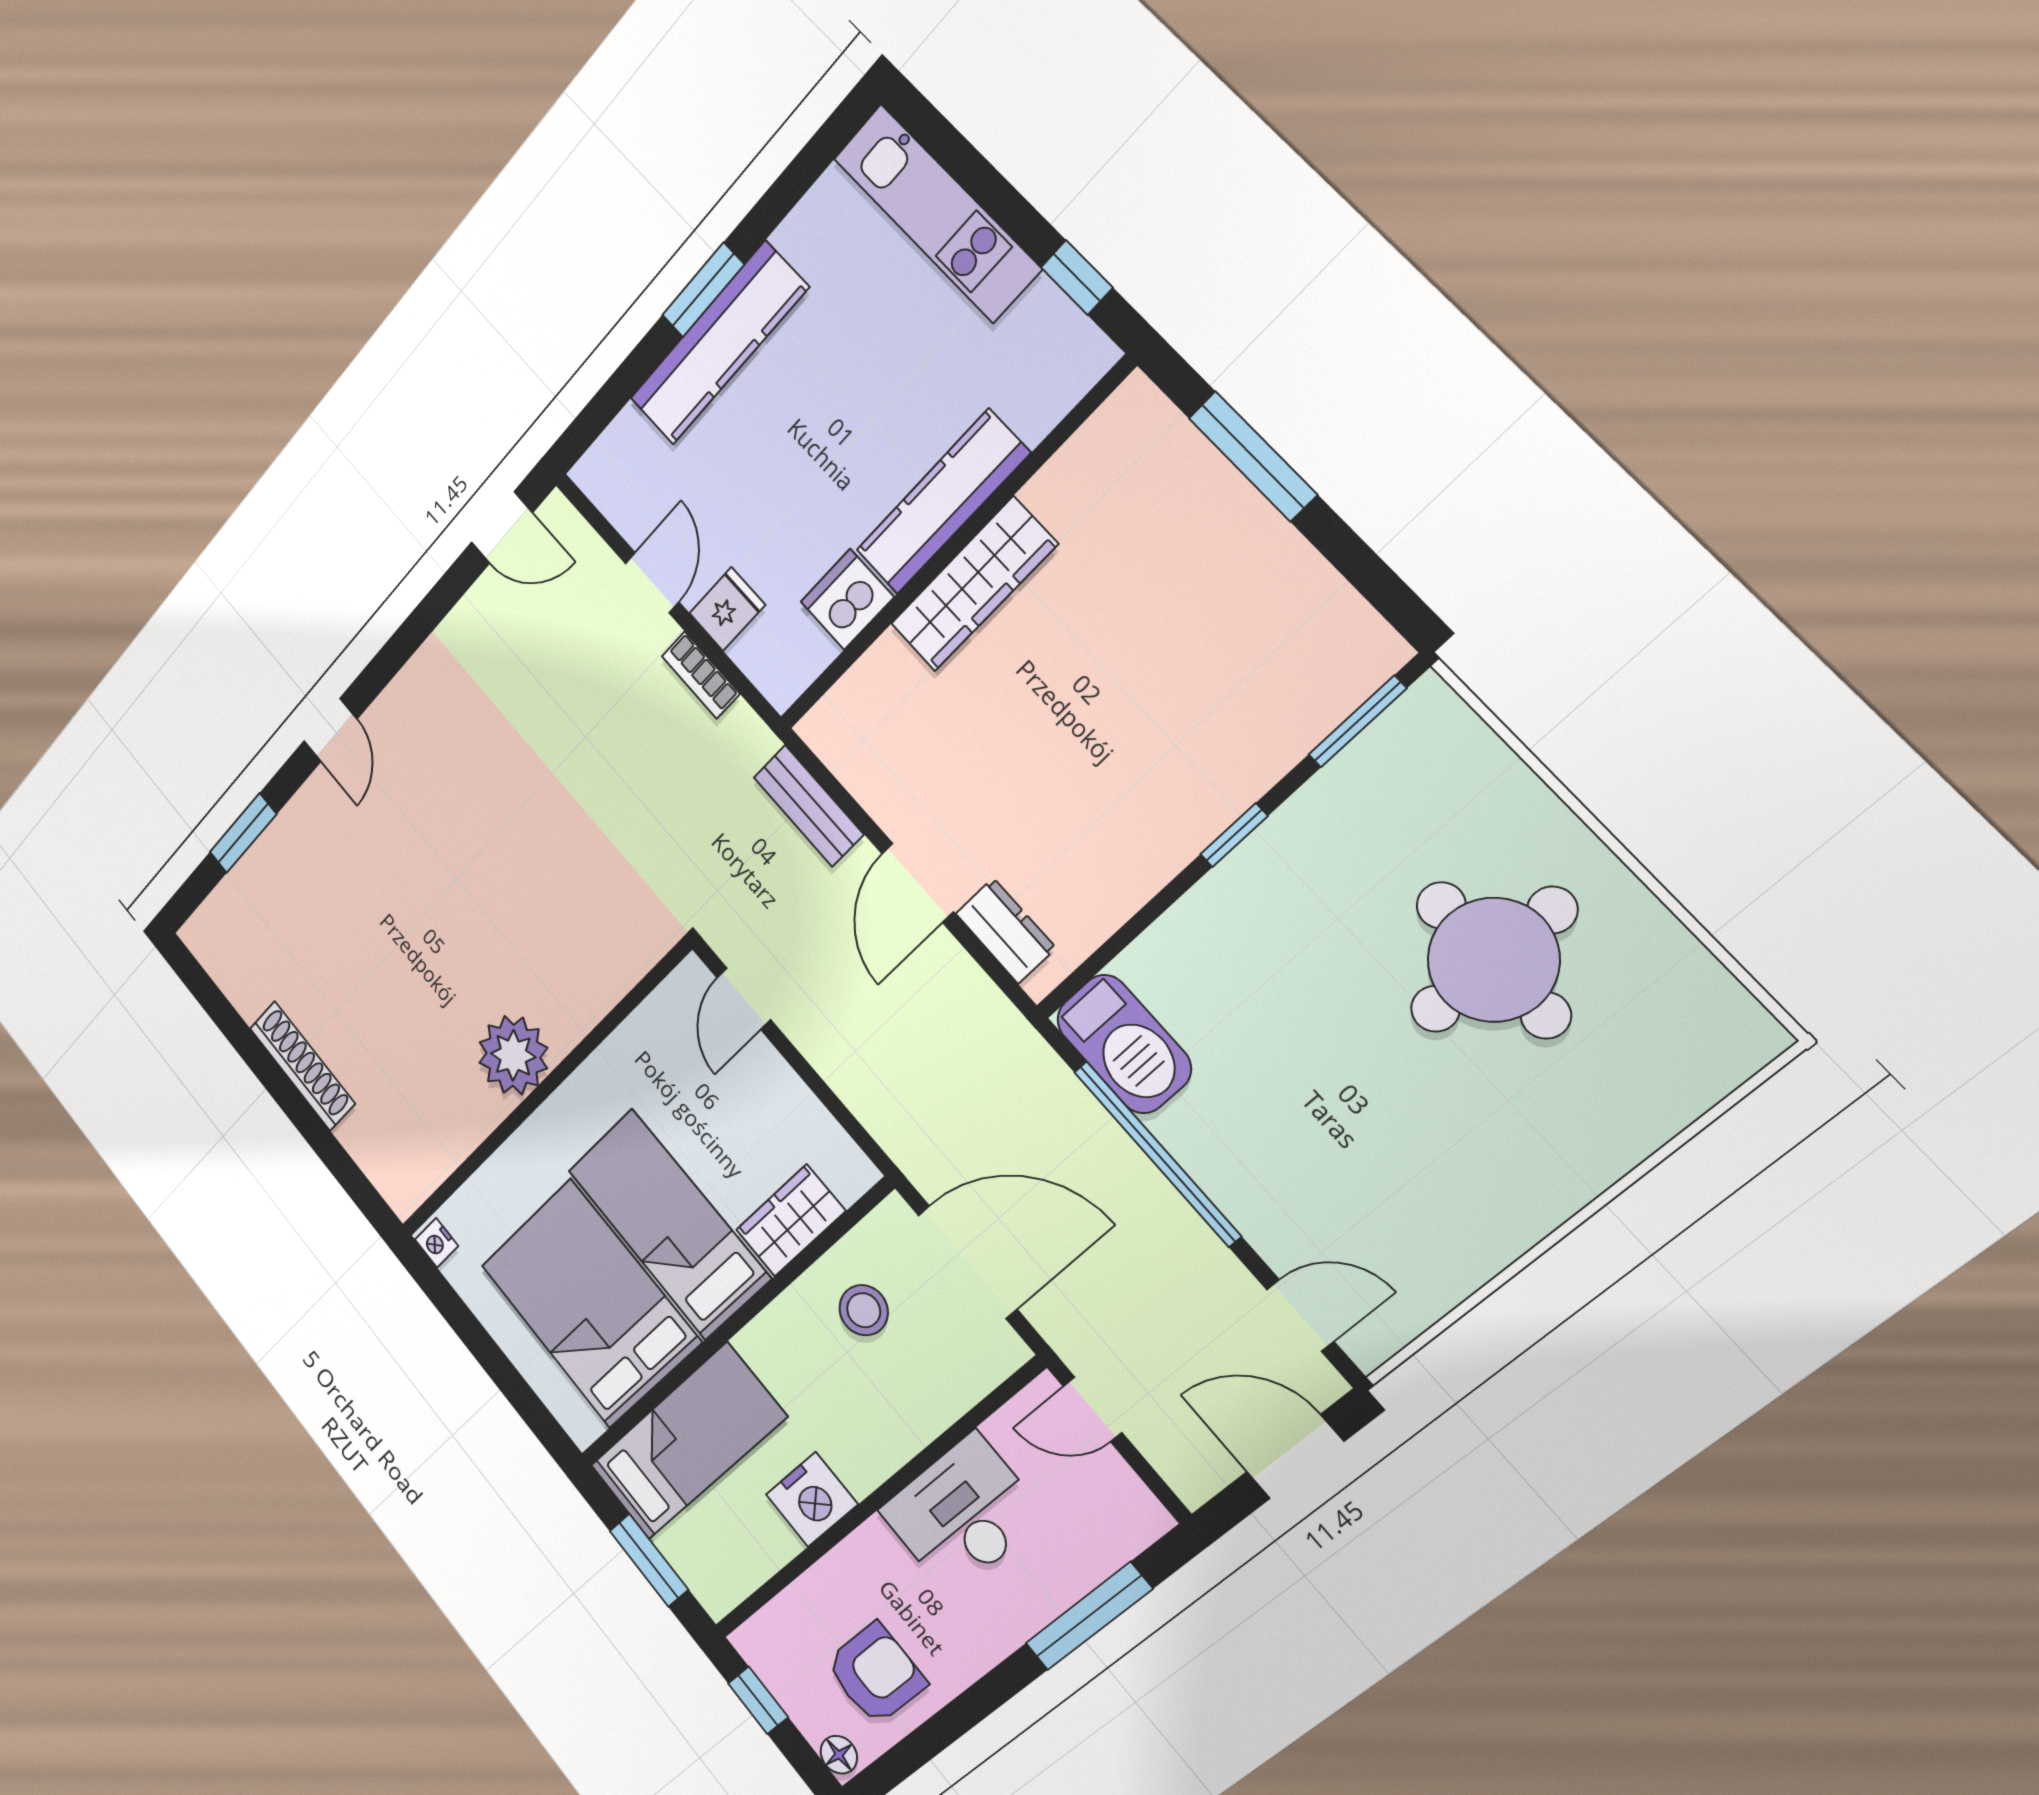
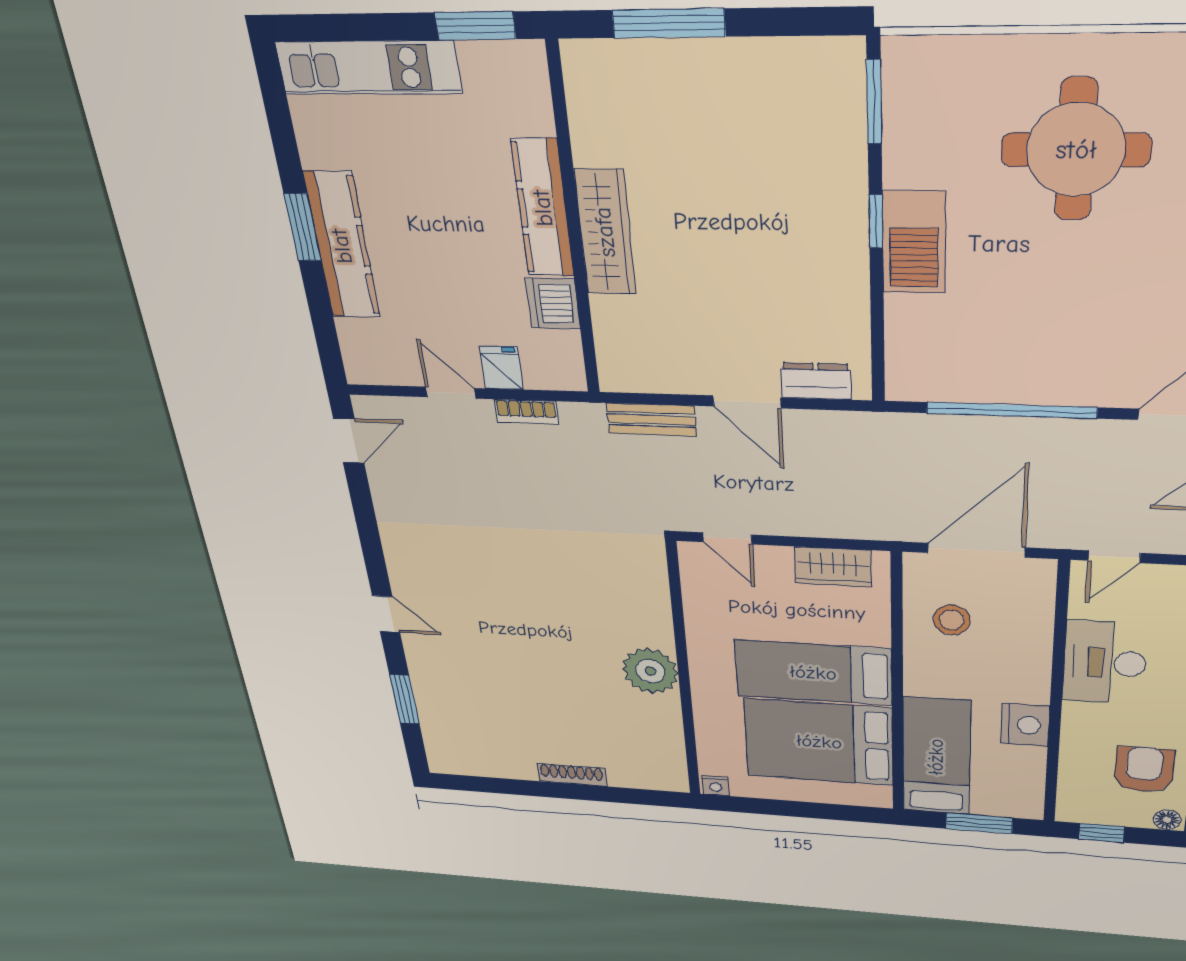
window: (1077, 277) -> (475, 26), width x1.50
barbecue: (1124, 1044) -> (914, 242), moved, turned 90
shoe rack: (302, 1066) -> (572, 775), width x0.74, depth x0.81
wardrobe: (791, 1220) -> (833, 567), moved, turned -90

